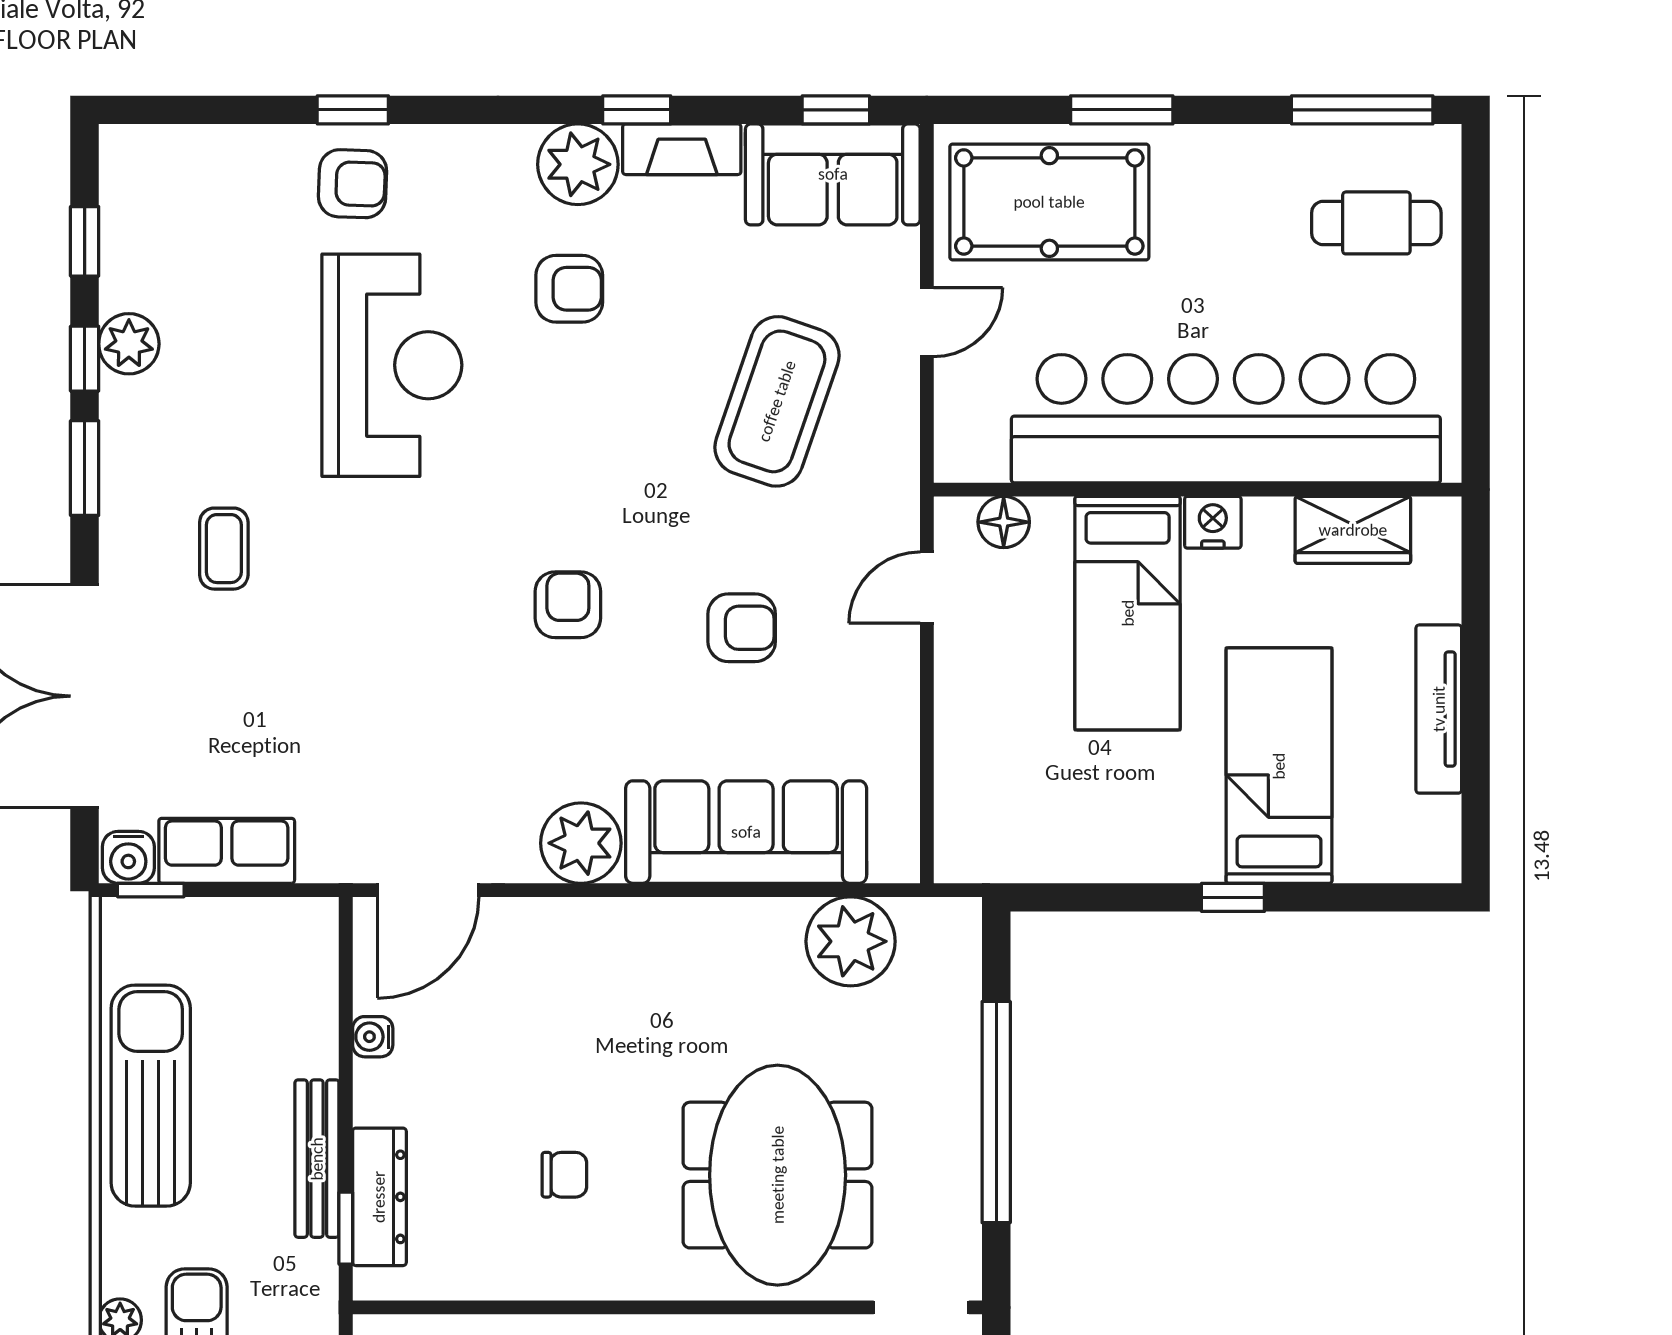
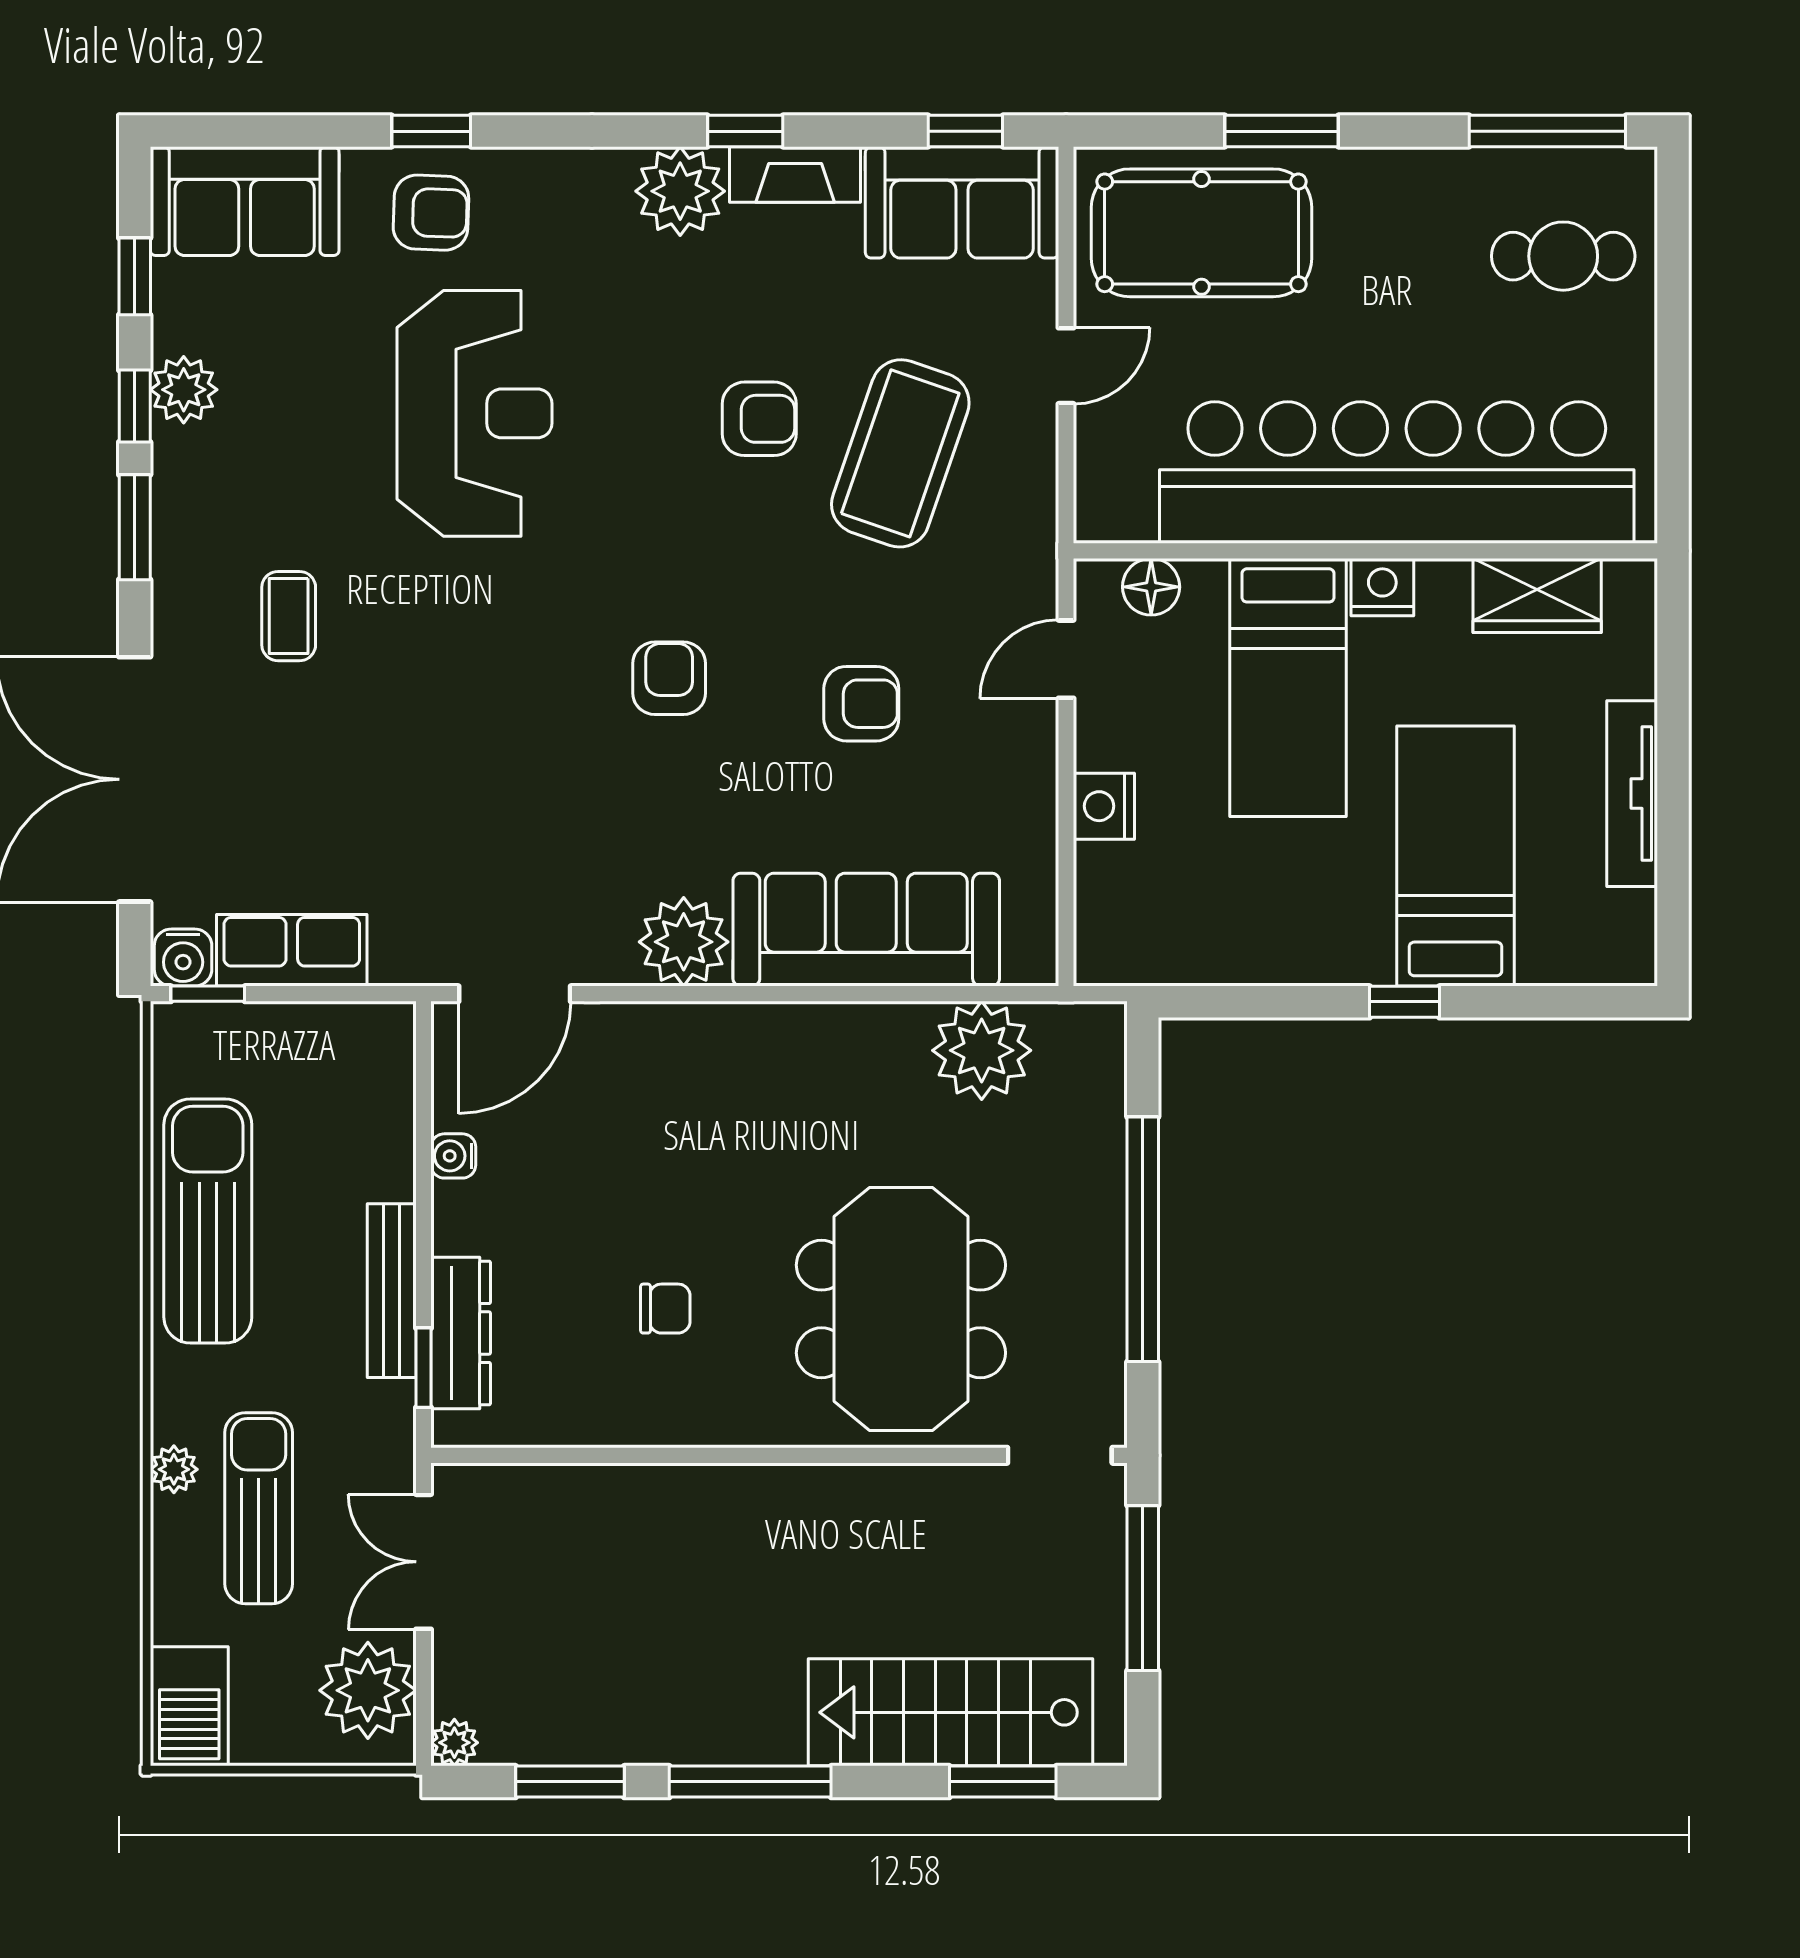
sofa: (184, 173) -> (245, 201), added
armchair: (569, 289) -> (759, 419), moved
nightstand: (961, 720) -> (1104, 806), added

